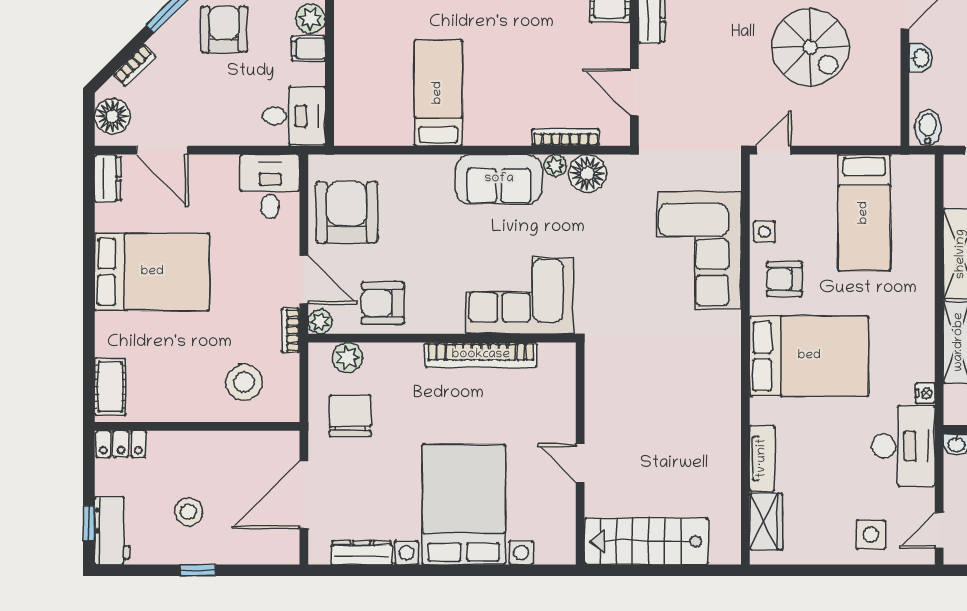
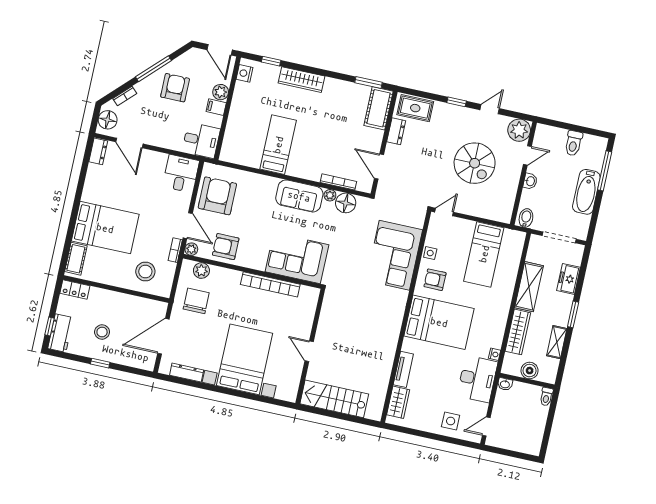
bed: (152, 272) -> (105, 228), moved

